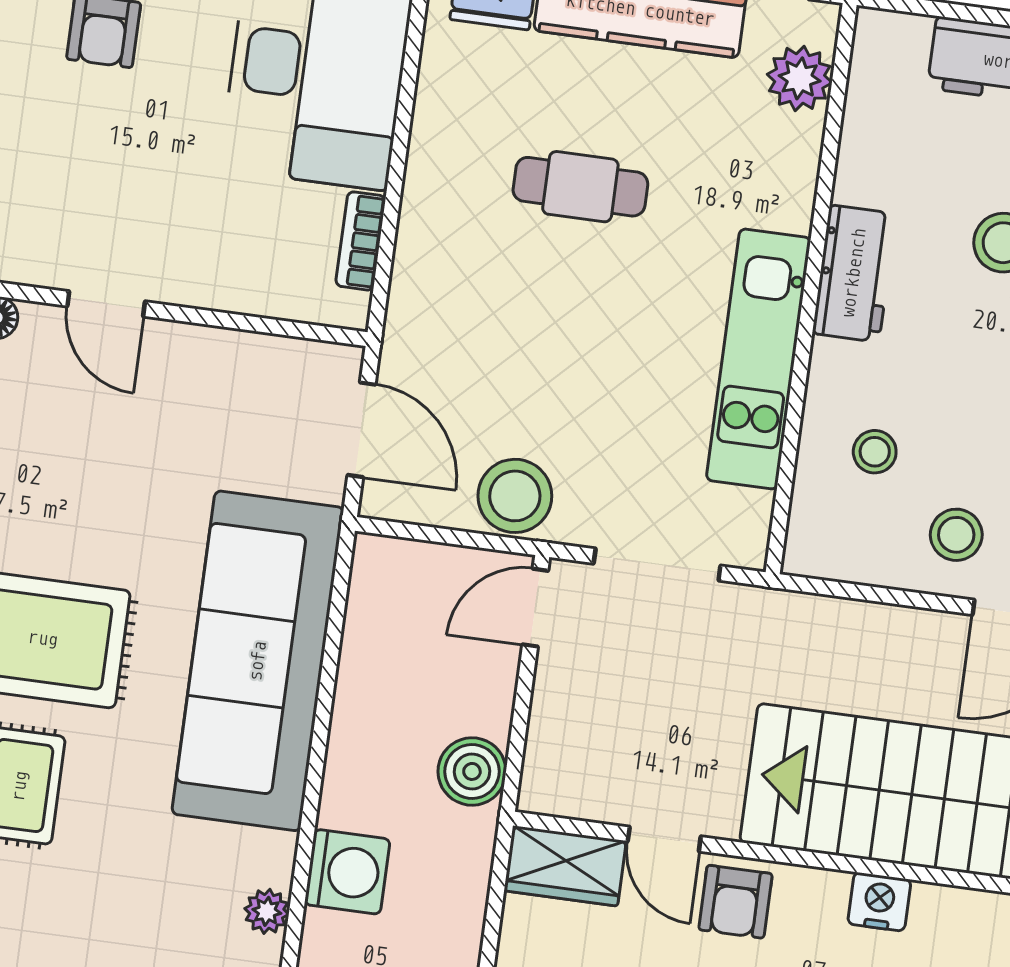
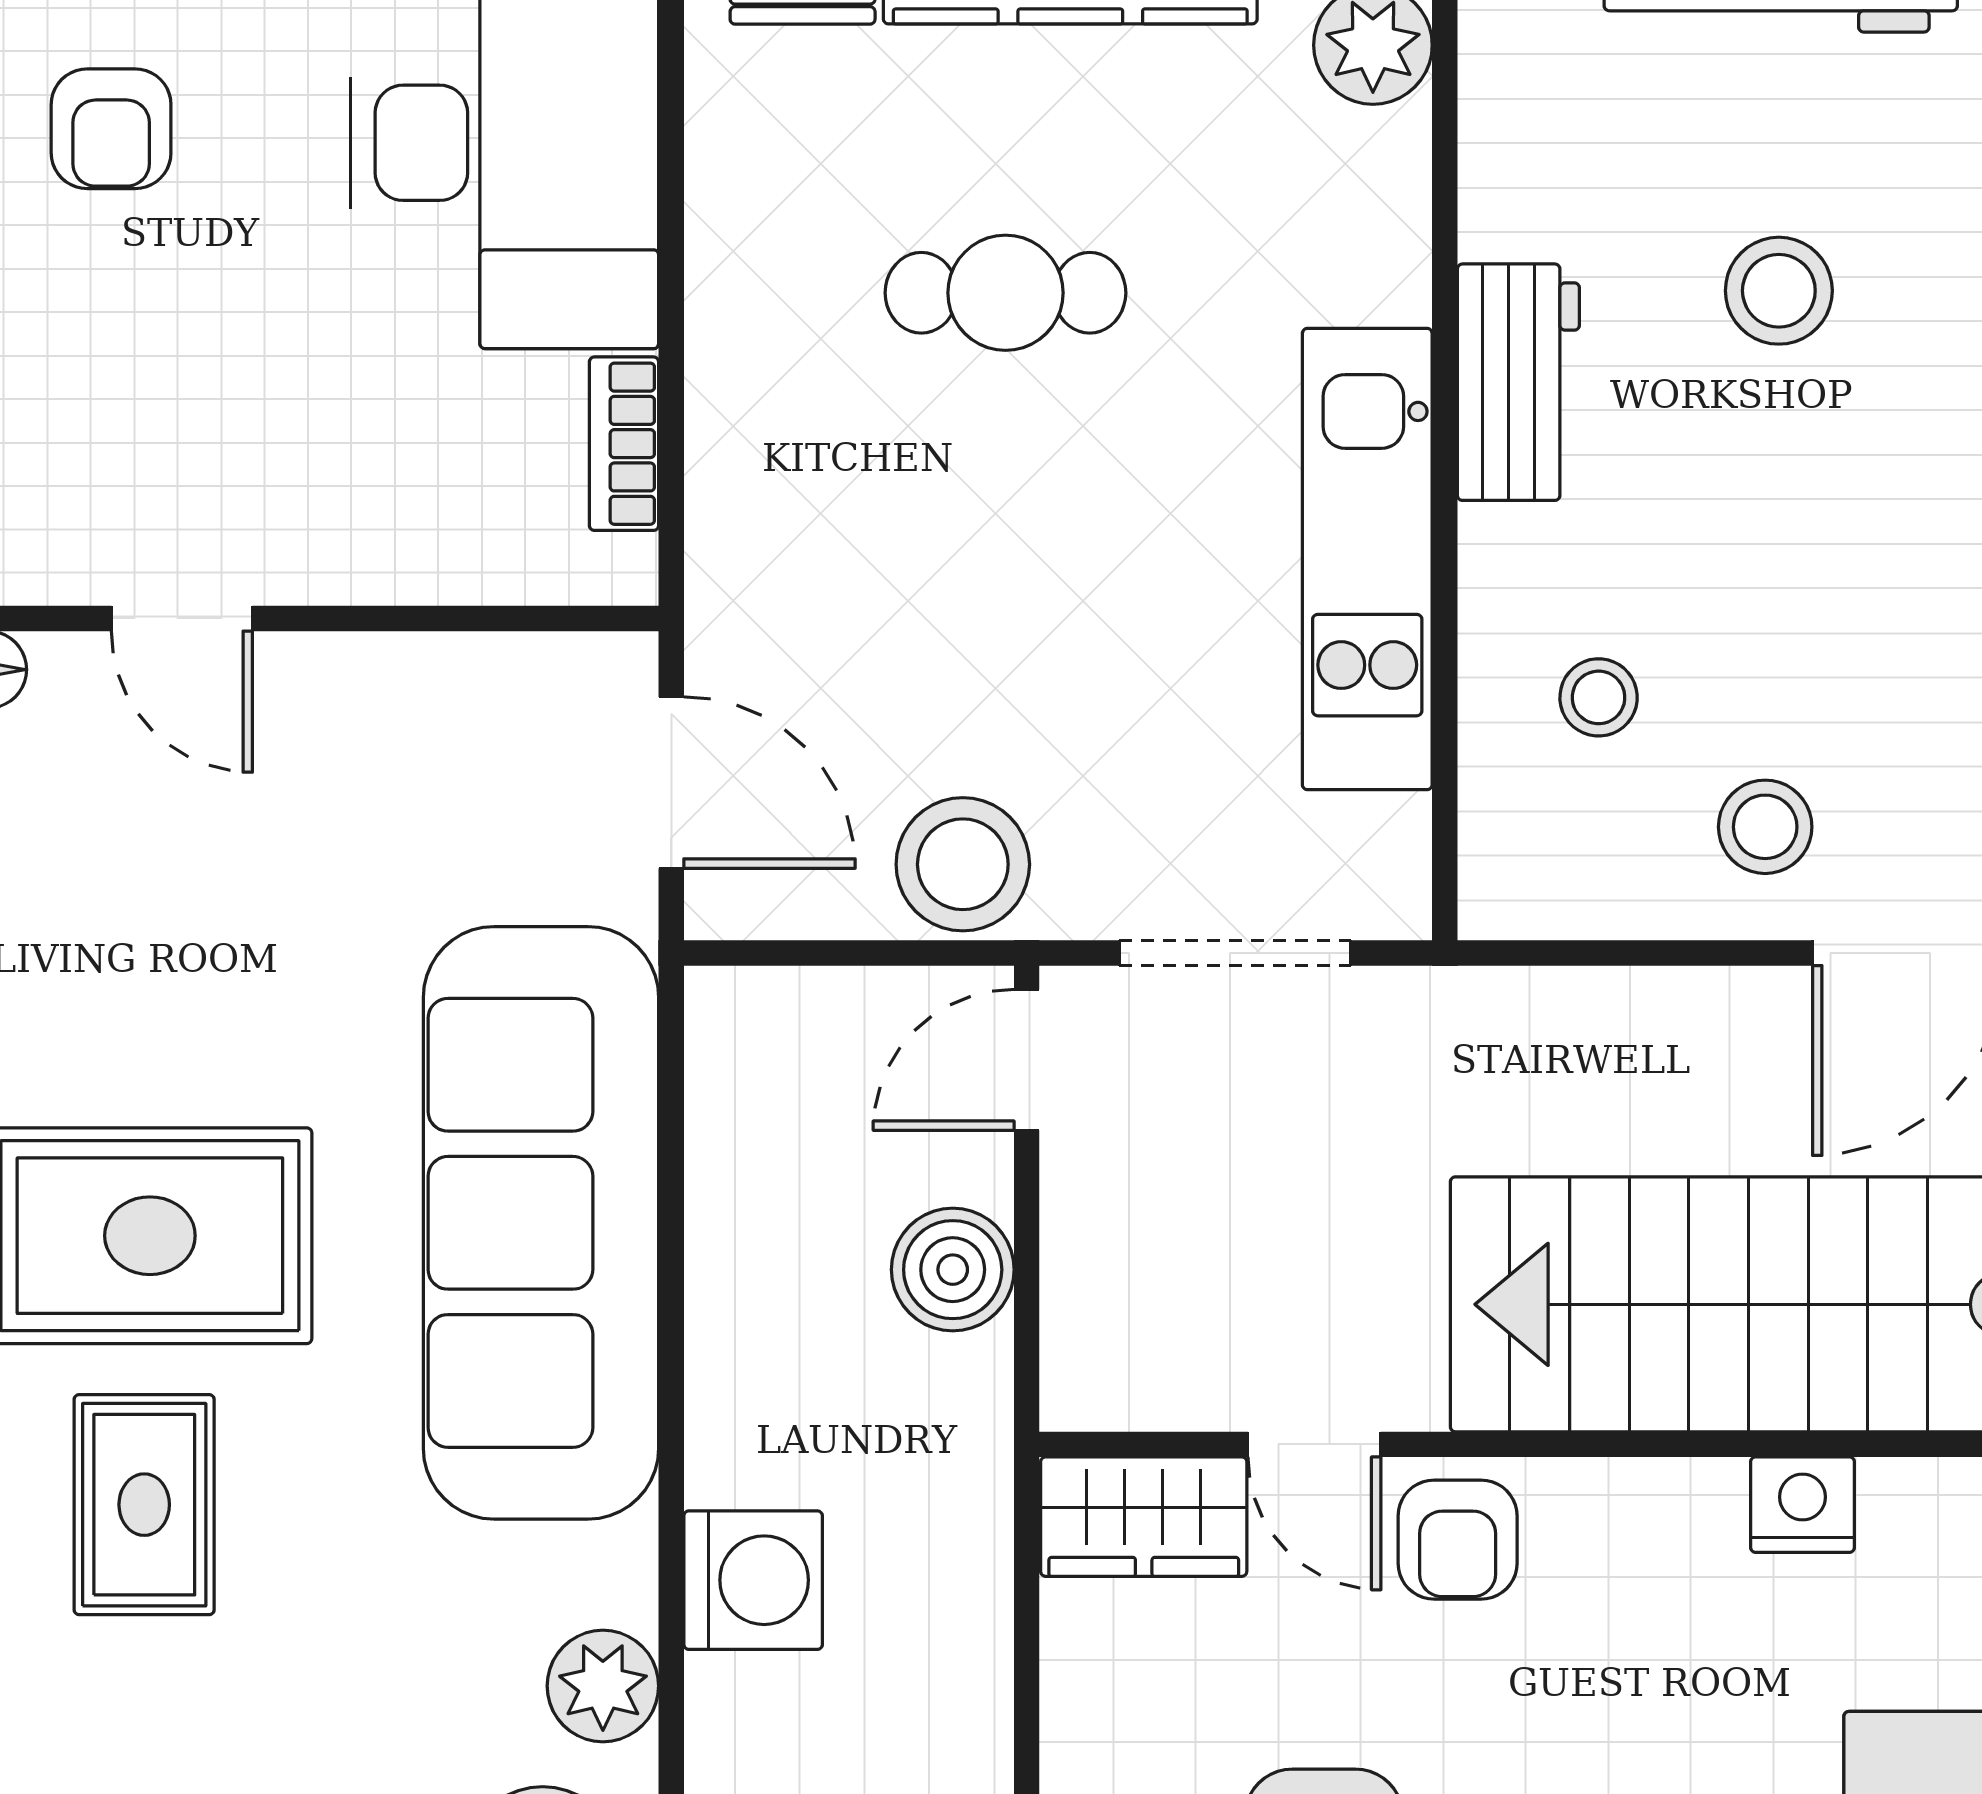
boiler: (472, 771) -> (953, 1270), moved
nightstand: (879, 902) -> (1802, 1505), moved
plant: (267, 911) -> (603, 1686), width x1.38, depth x1.38

